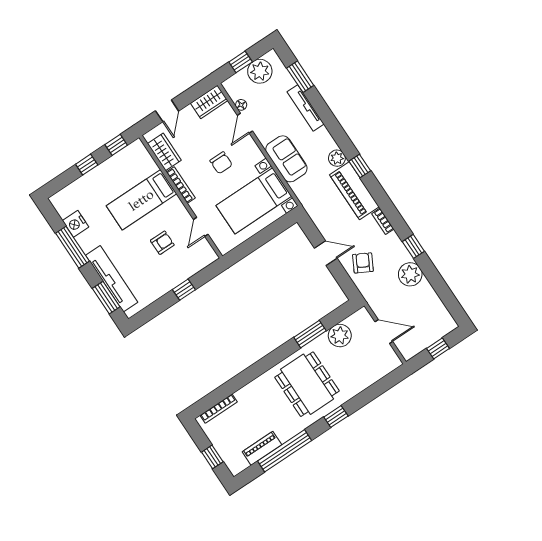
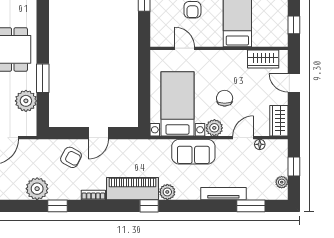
plant: (260, 71) -> (282, 182), width x0.53, depth x0.53
door: (245, 123) -> (243, 138), hinge flipped
plant: (253, 154) -> (214, 128), added
chair: (221, 163) -> (225, 98), turned 90
bookcase: (181, 185) -> (228, 55), removed

